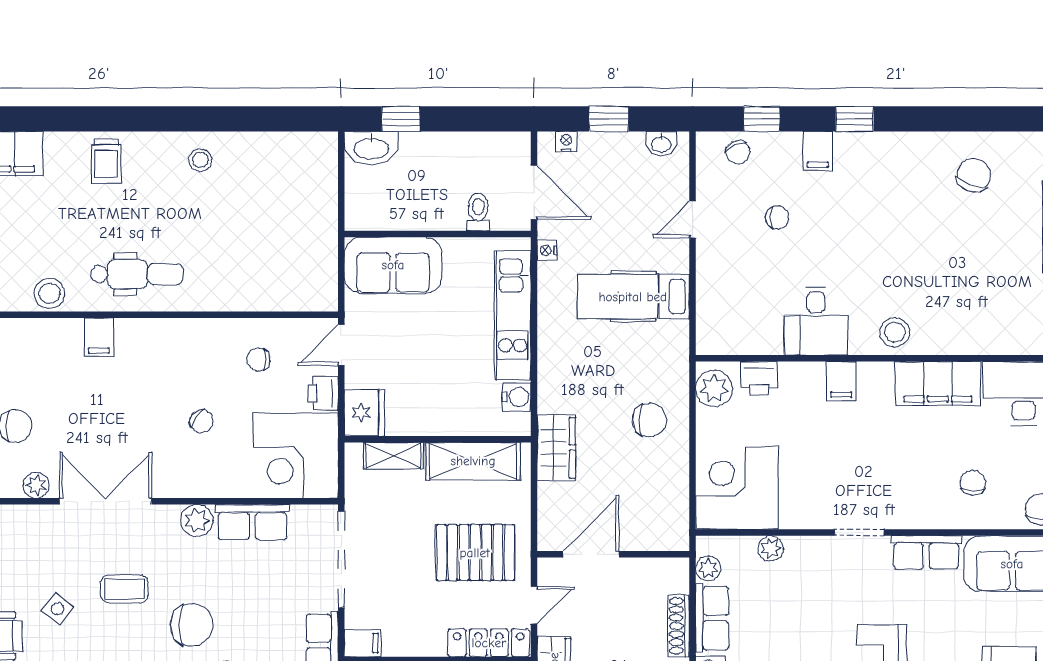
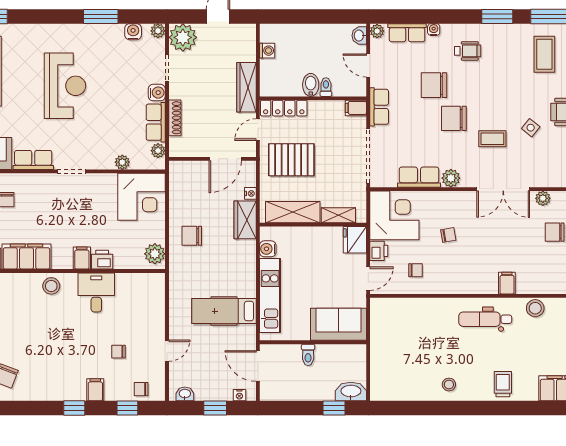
chair: (738, 152) -> (141, 389), turned -63
toilet: (478, 212) -> (308, 355), moved
nightstand: (547, 250) -> (250, 193), moved
hospital bed: (633, 297) -> (224, 311), moved, turned 180
printer: (759, 378) -> (102, 260), moved
chair: (201, 421) -> (448, 235), turned 135

